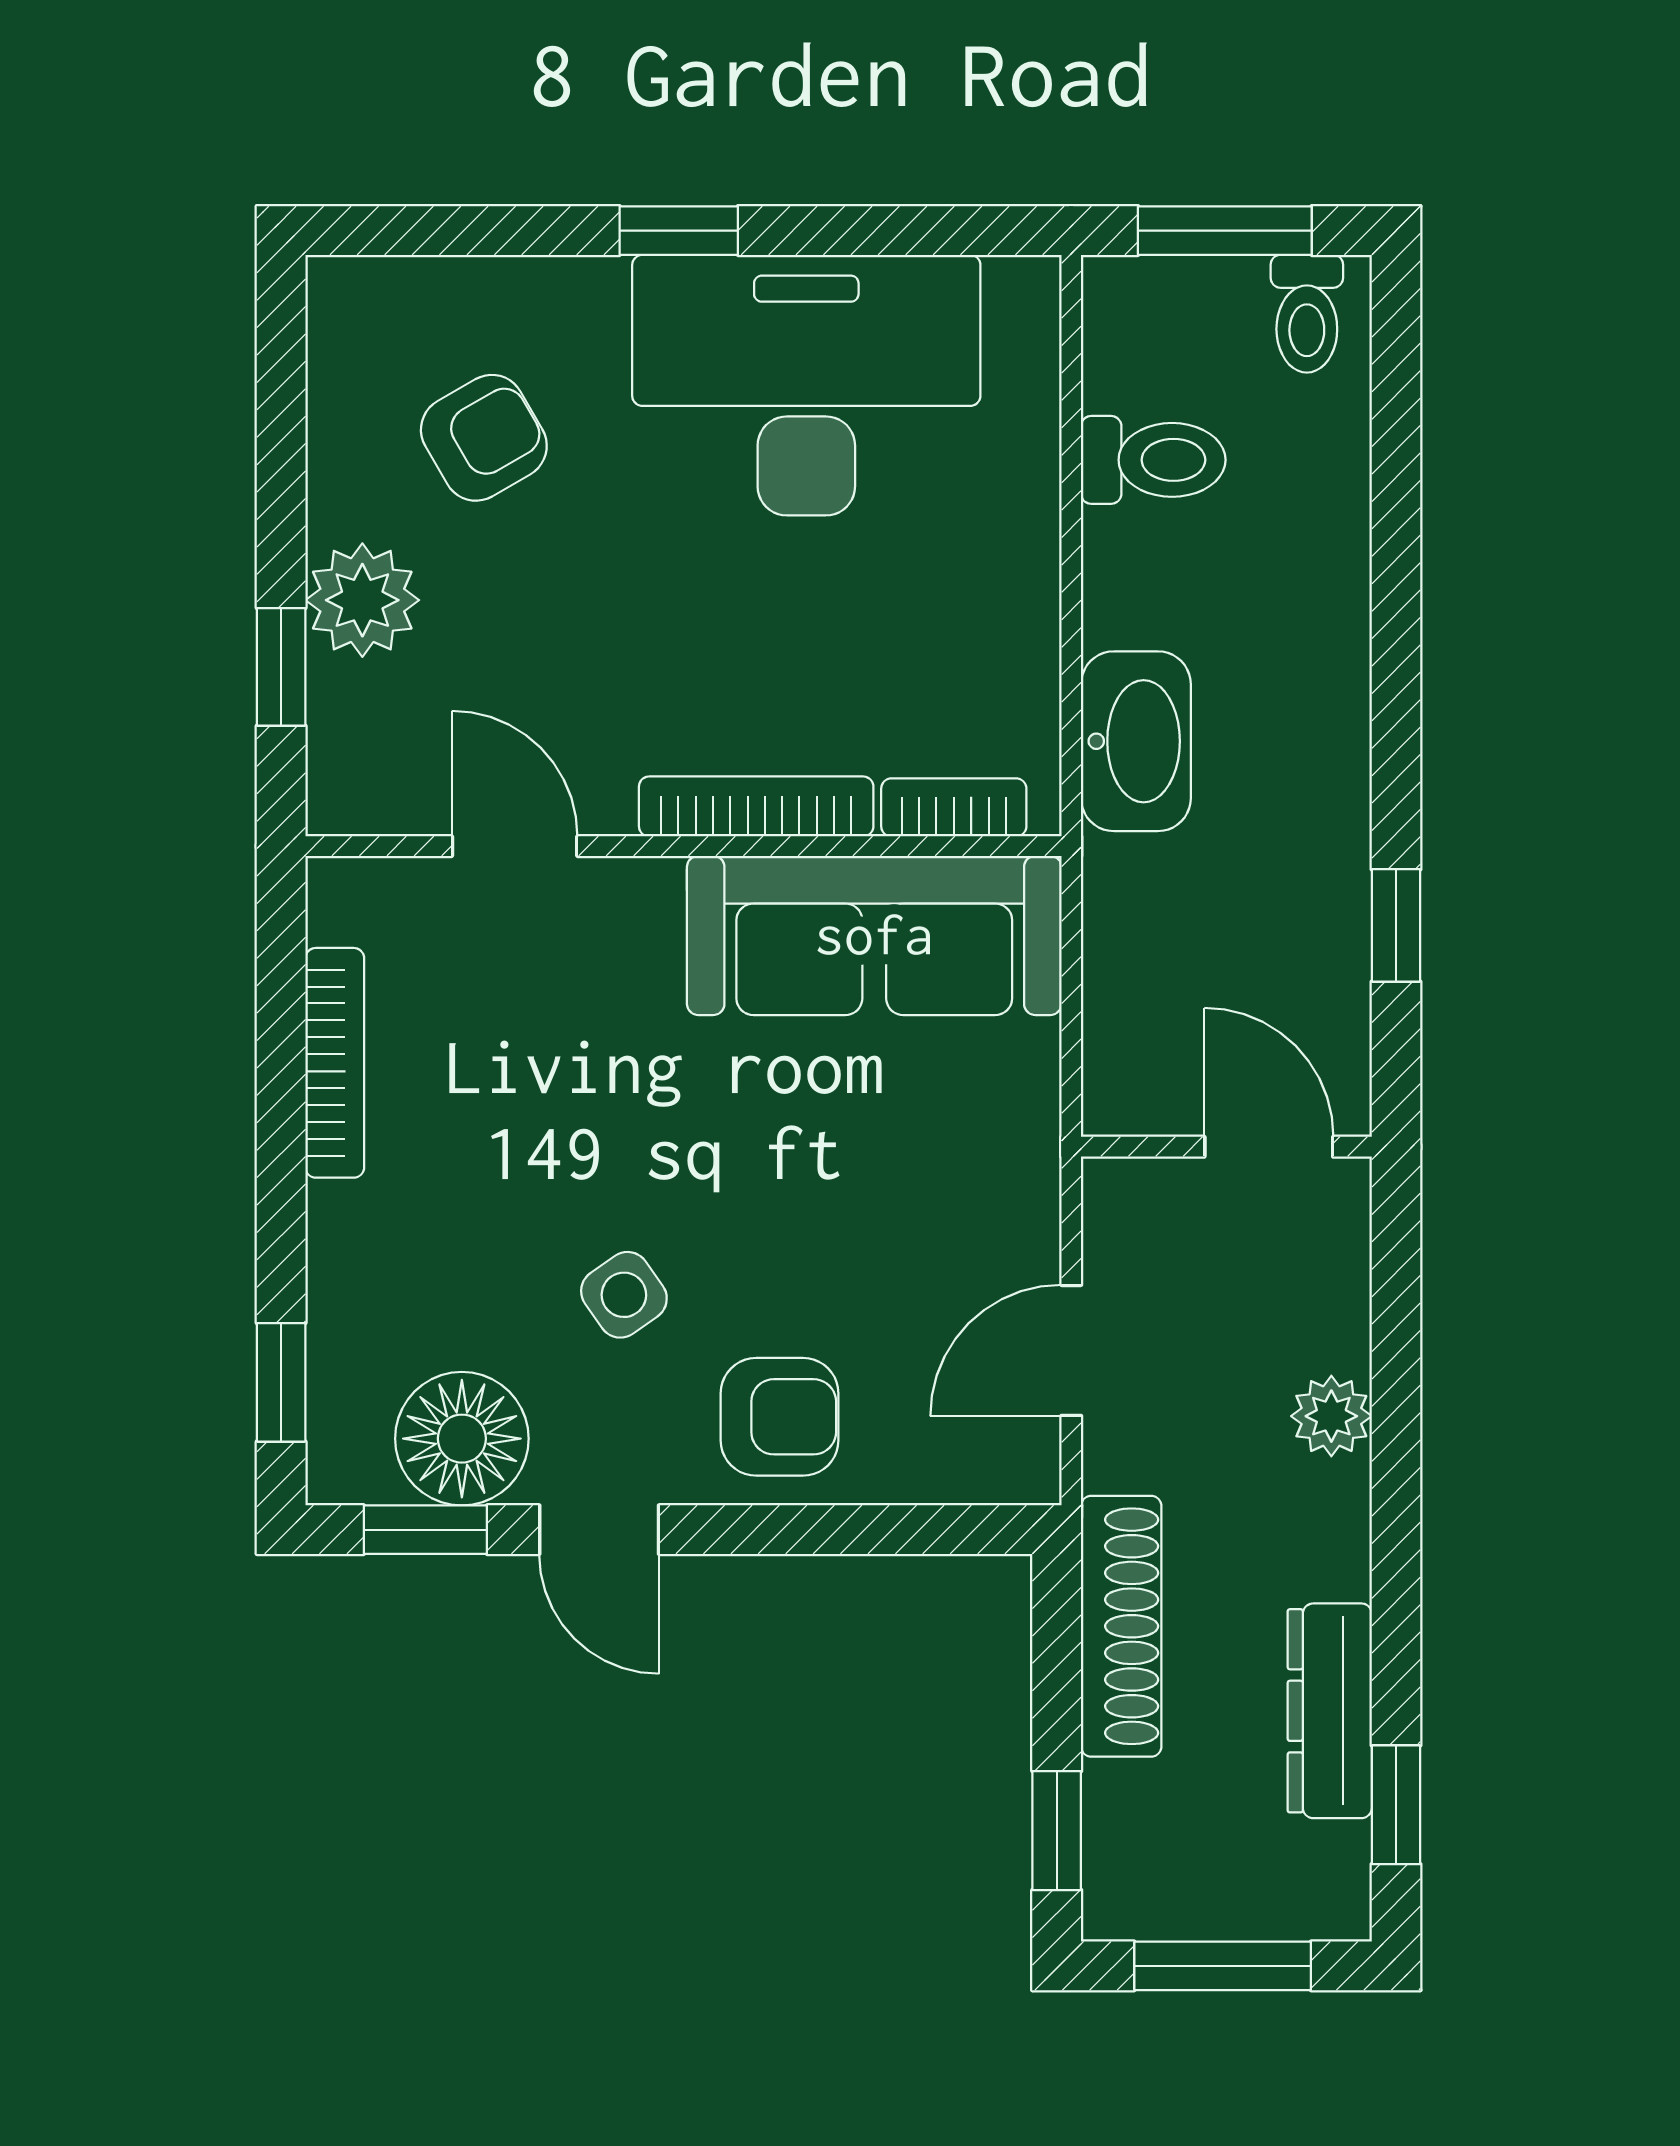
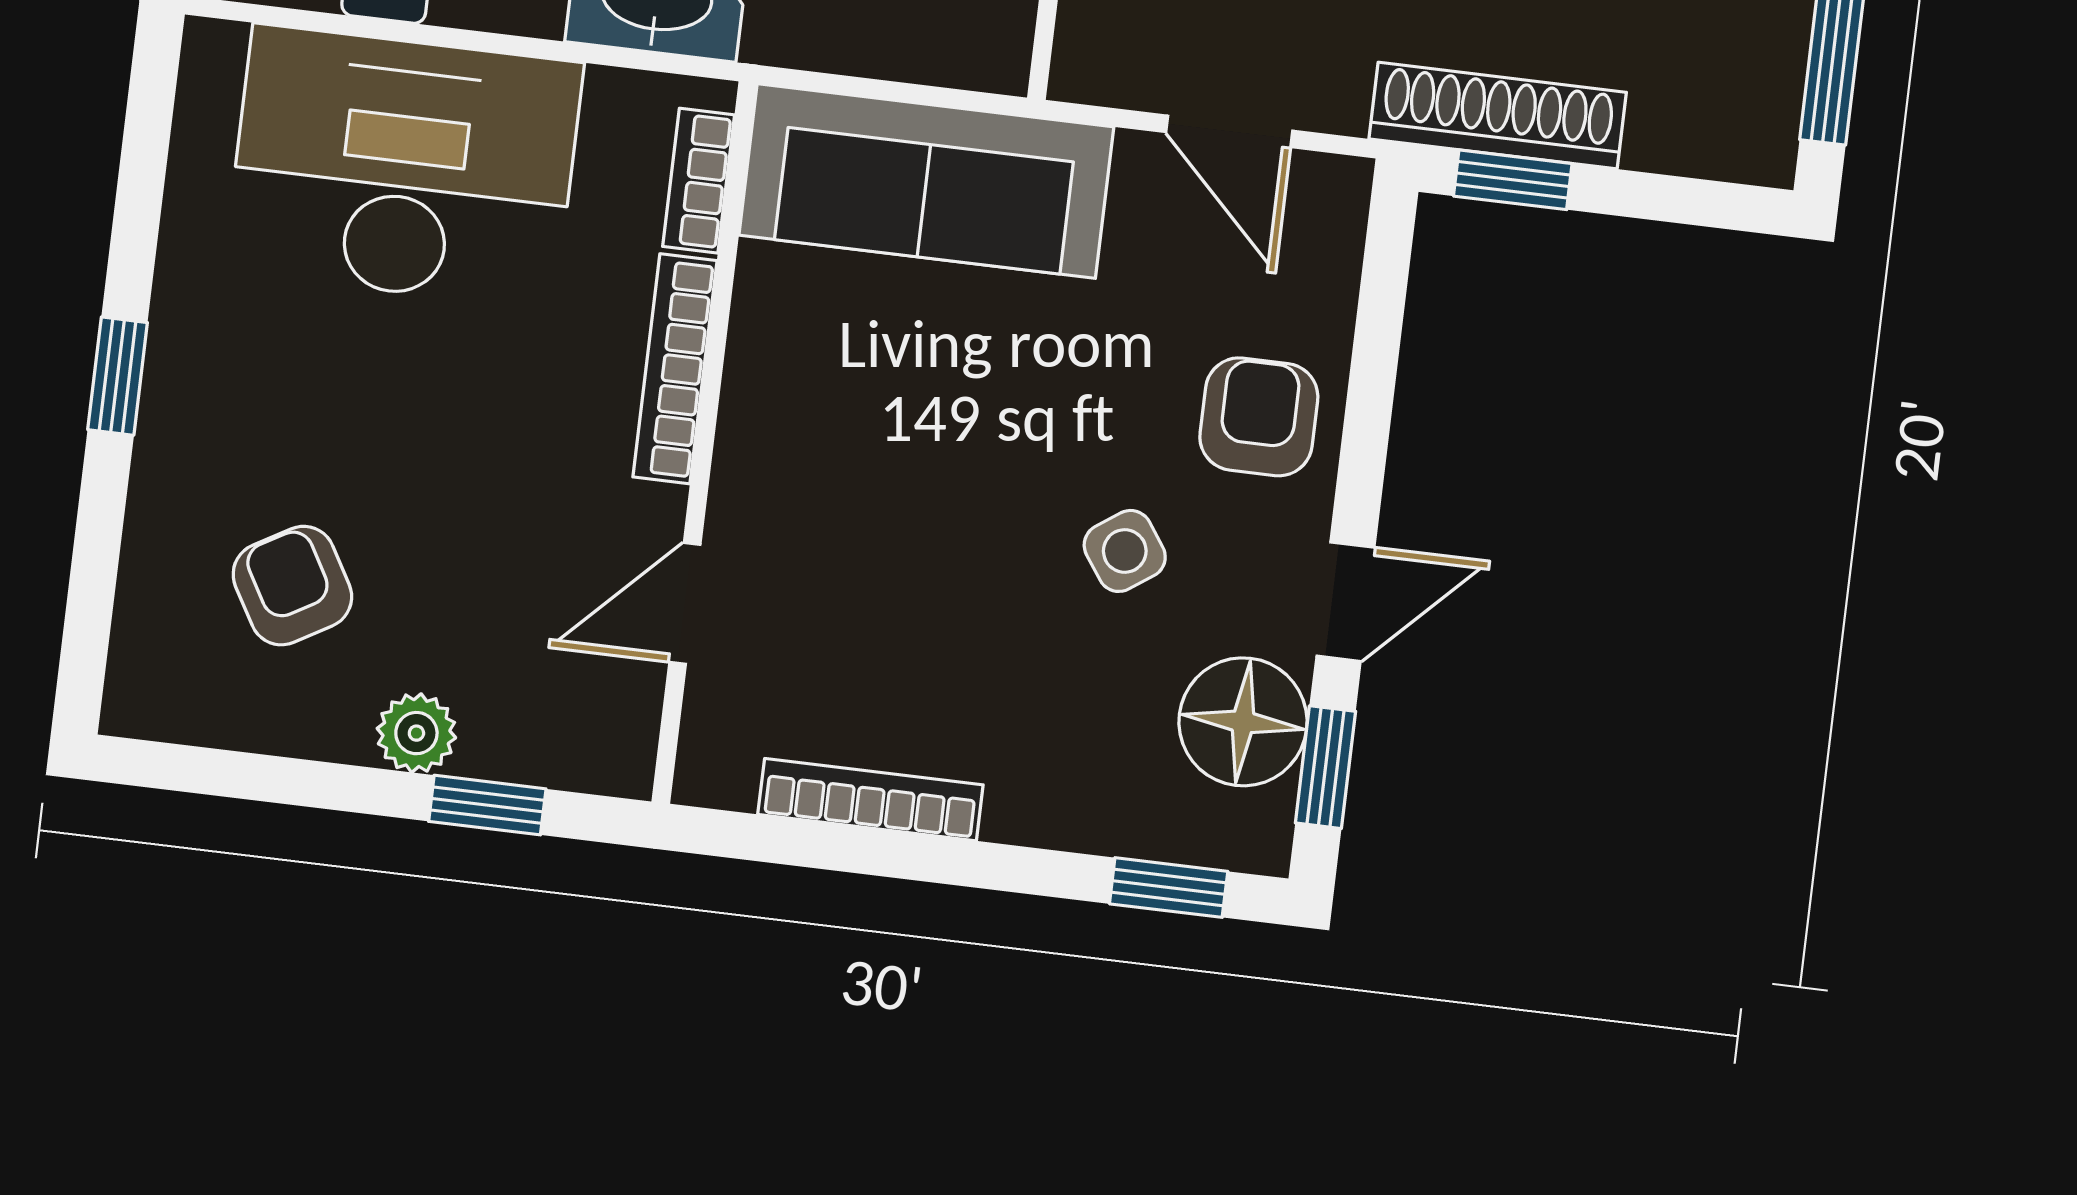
desk: (806, 385) -> (404, 167), moved, turned 90
plant: (362, 600) -> (416, 733), width x0.73, depth x0.73
sofa: (874, 935) -> (926, 181), moved, turned 90
window: (1057, 1831) -> (1513, 180), moved

